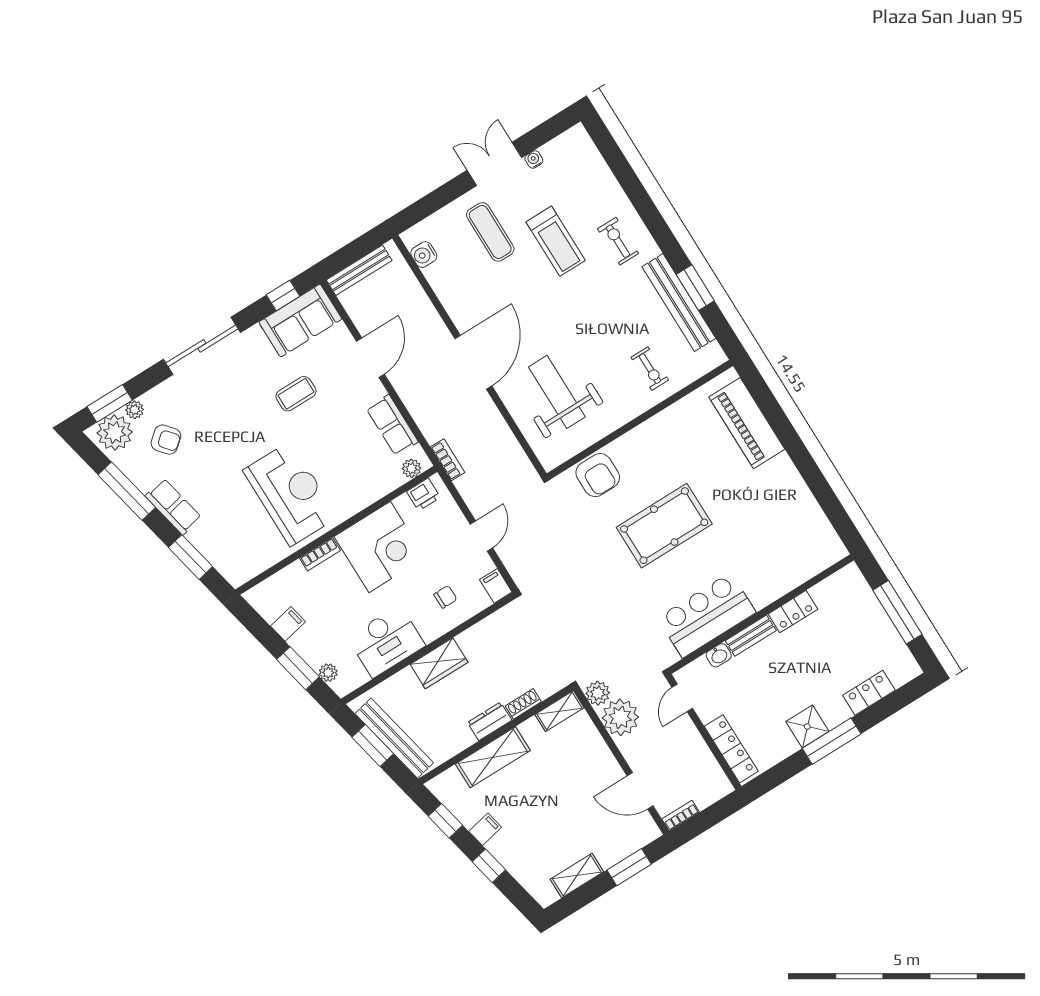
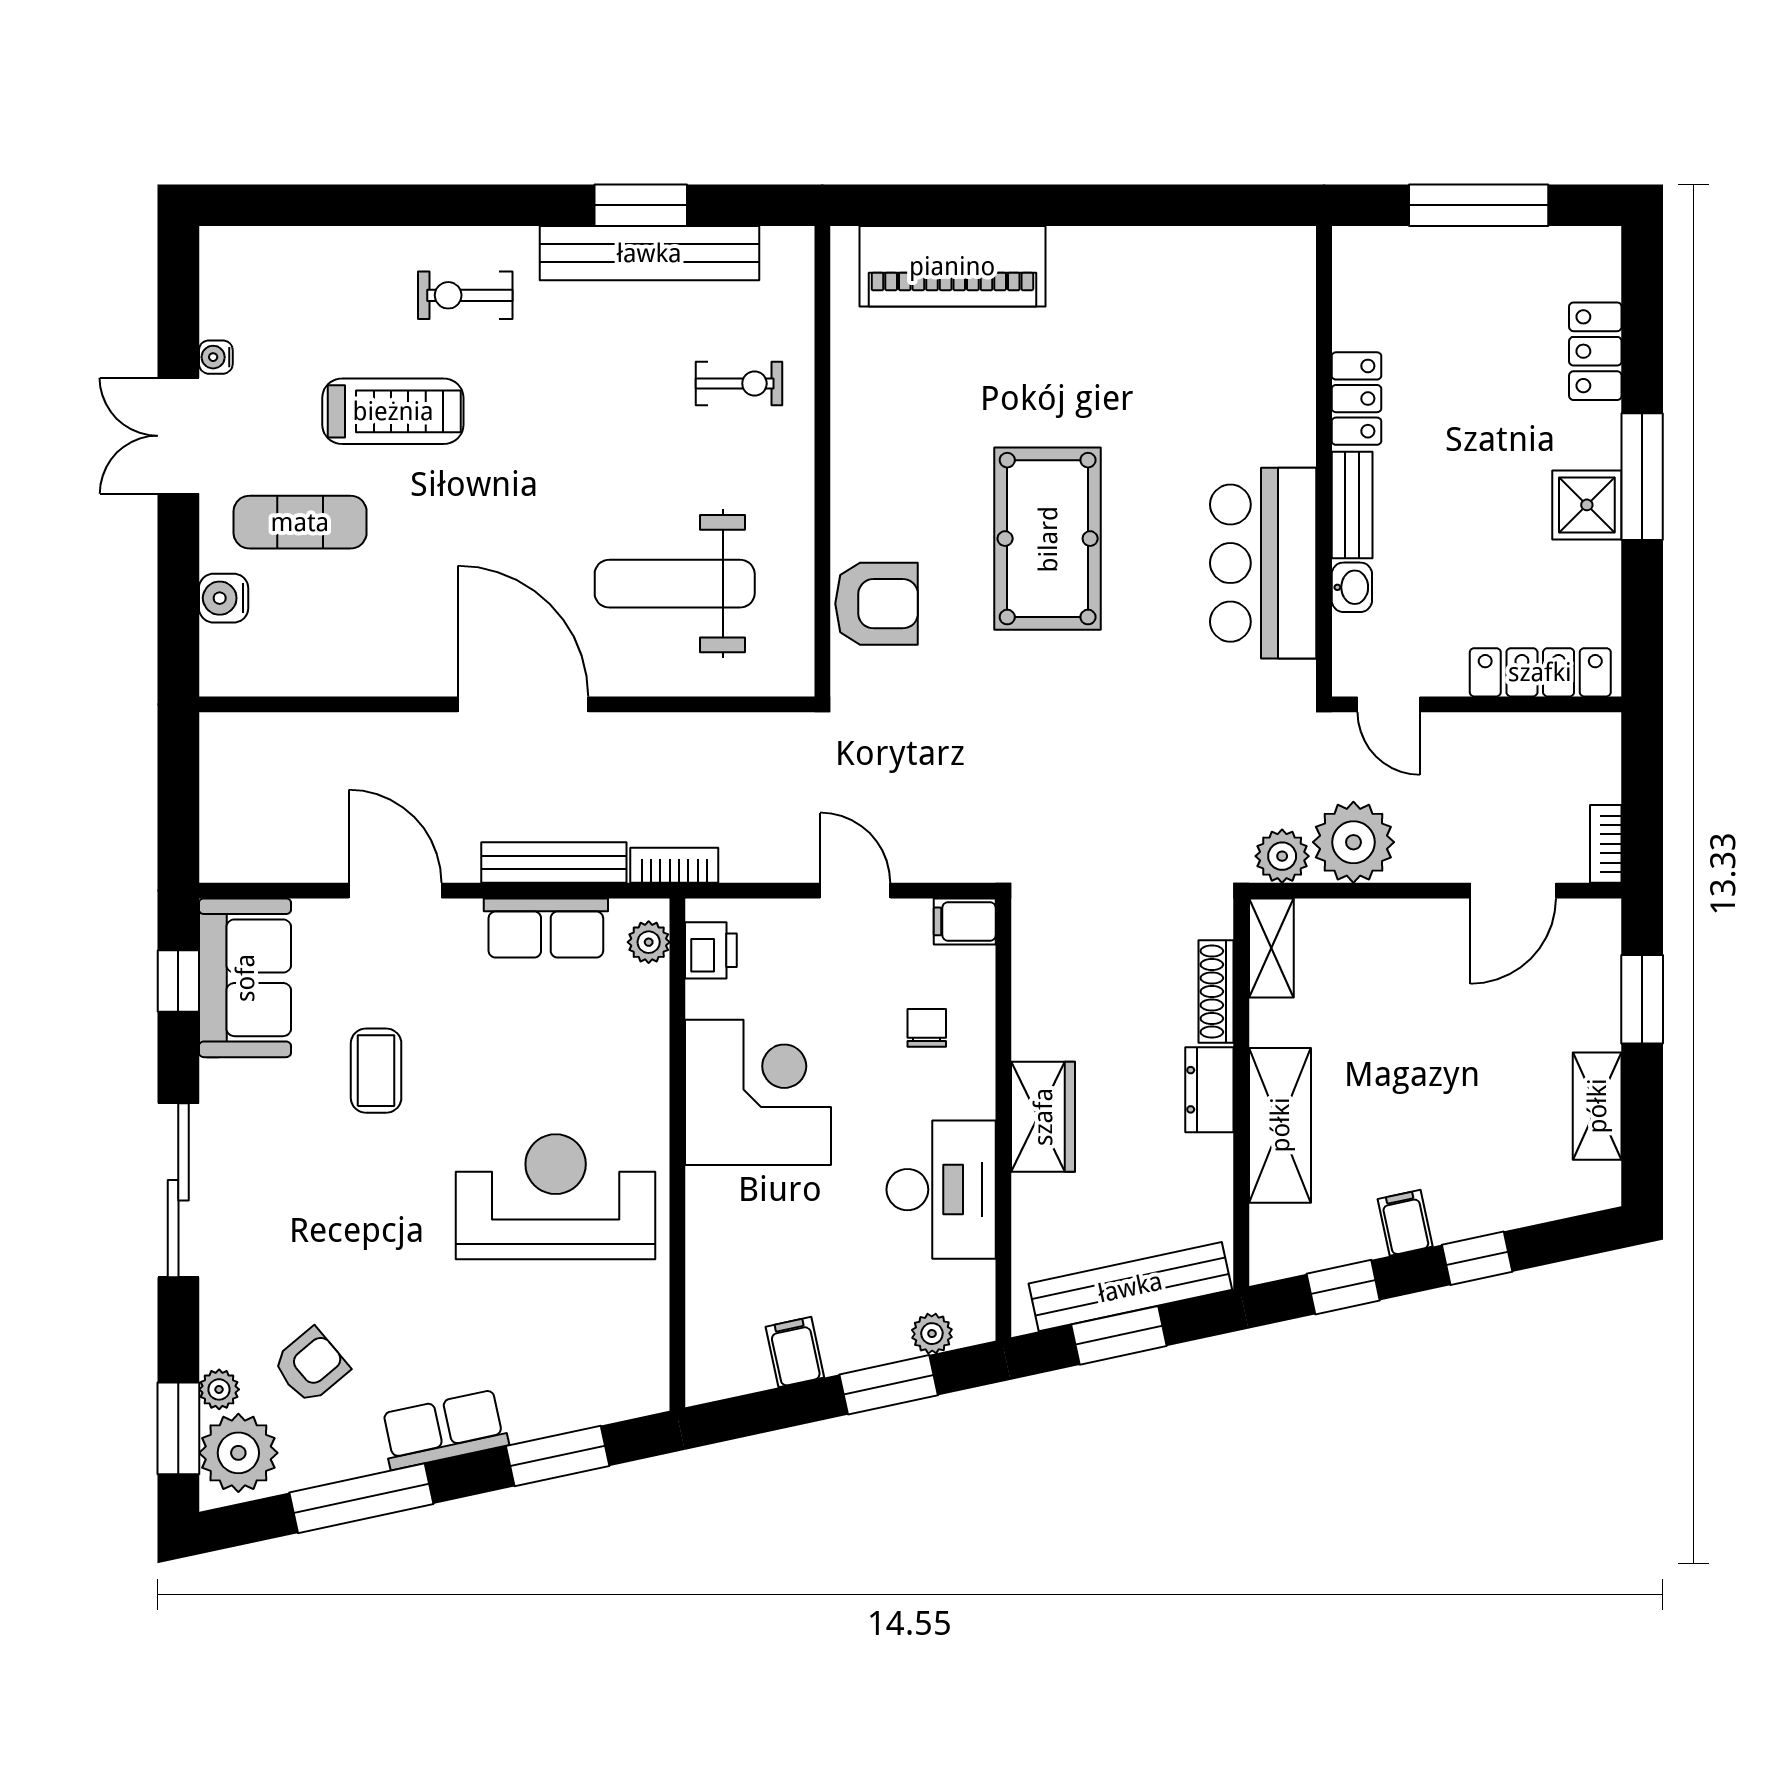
water cooler: (424, 255) -> (224, 598), moved, turned 90
bench: (359, 270) -> (554, 862), moved, turned 90
bookcase: (320, 554) -> (702, 1212), removed
shoe rack: (523, 704) -> (1216, 992), width x1.43

